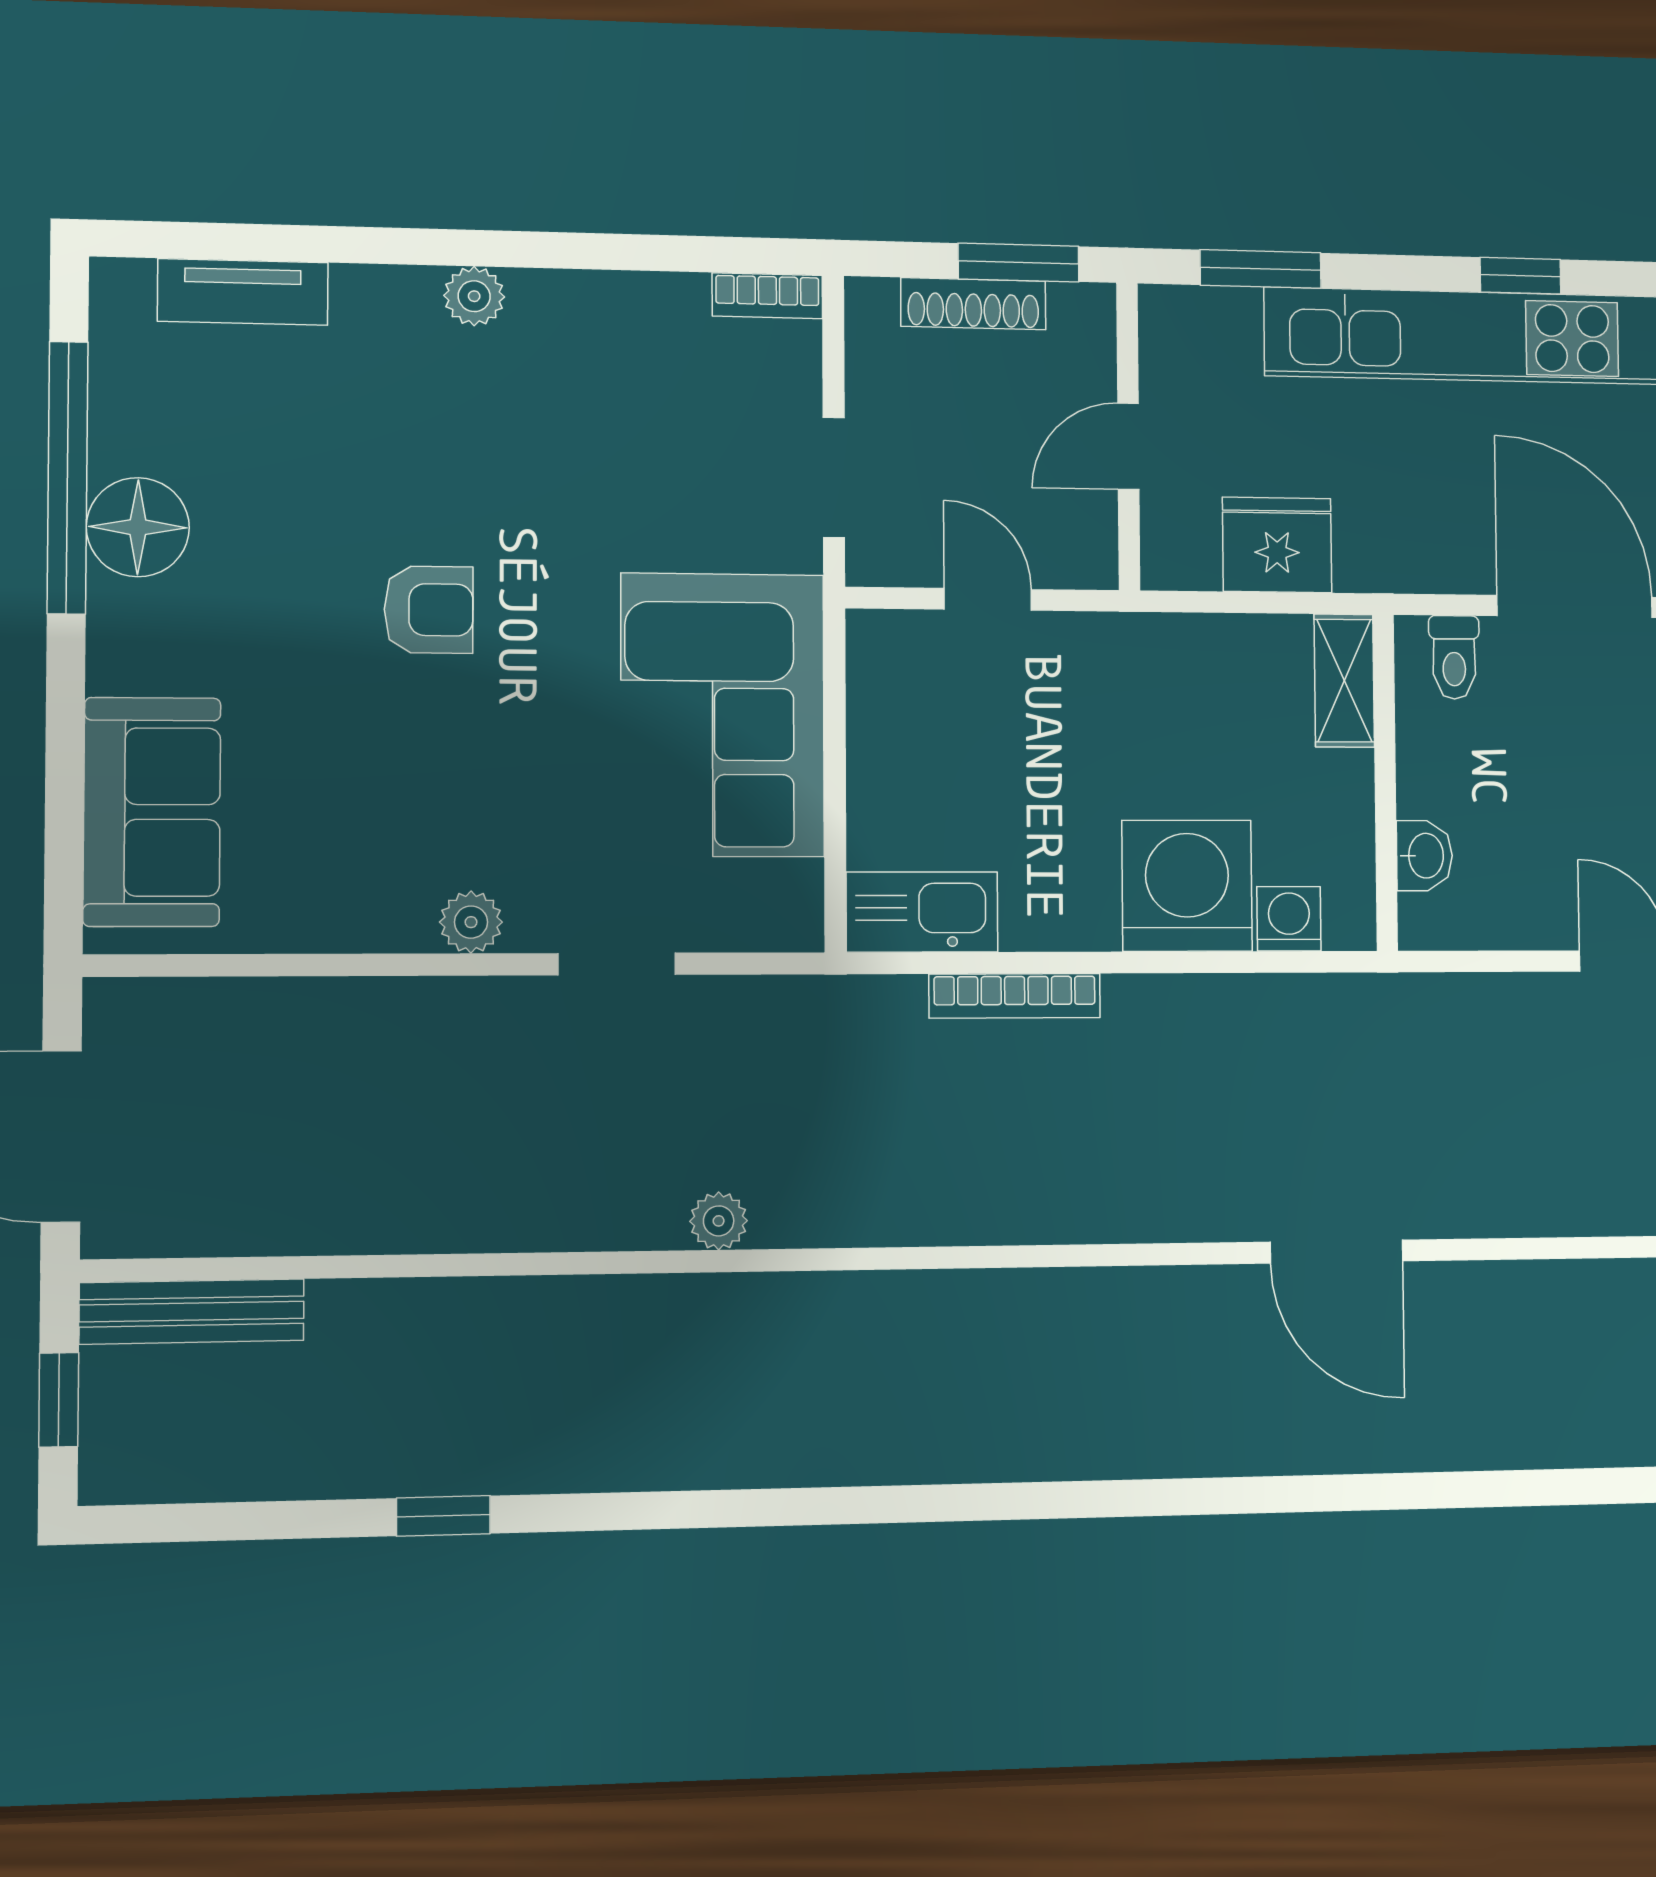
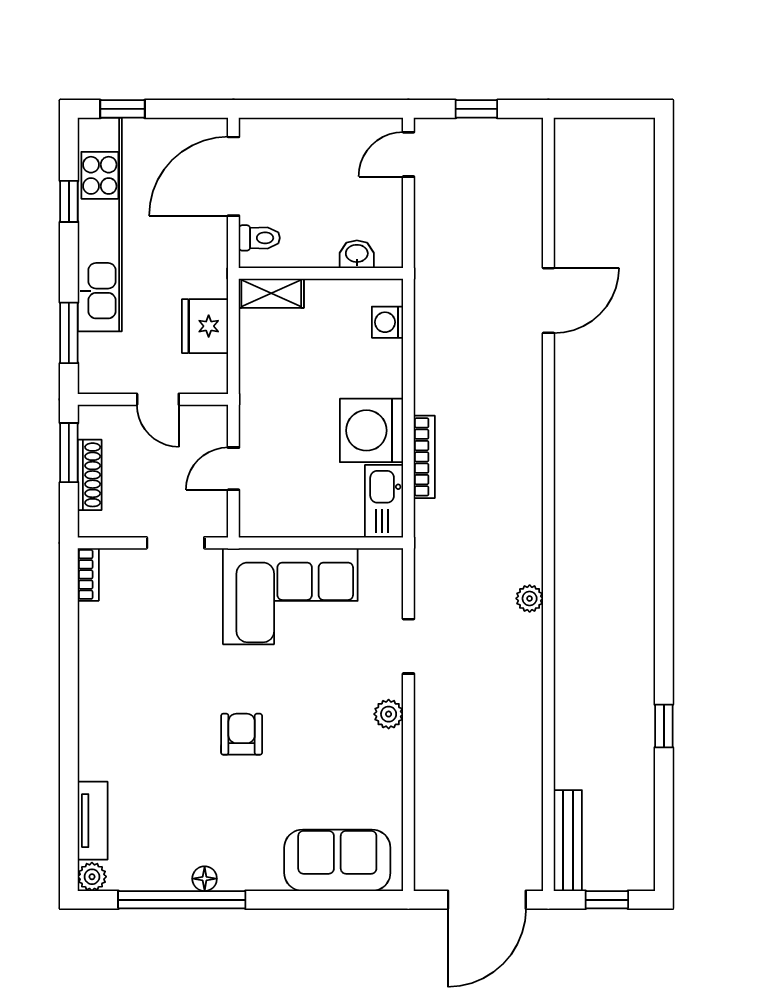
plant: (474, 296) -> (92, 877), moved
floor lamp: (138, 527) -> (205, 879), width x0.53, depth x0.53
washing machine: (1187, 886) -> (371, 430), moved

